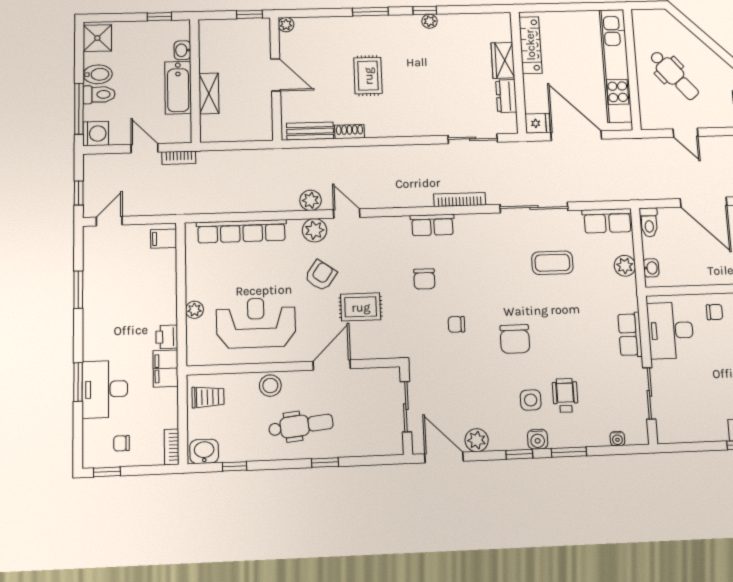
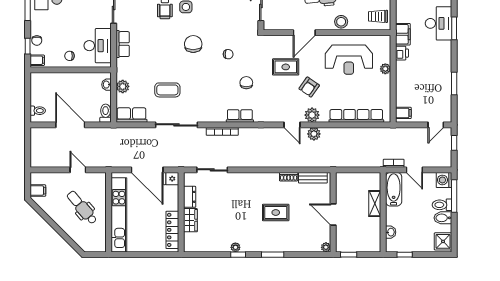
rug: (368, 76) -> (276, 213), turned 90
bathtub: (178, 88) -> (394, 189), moved

